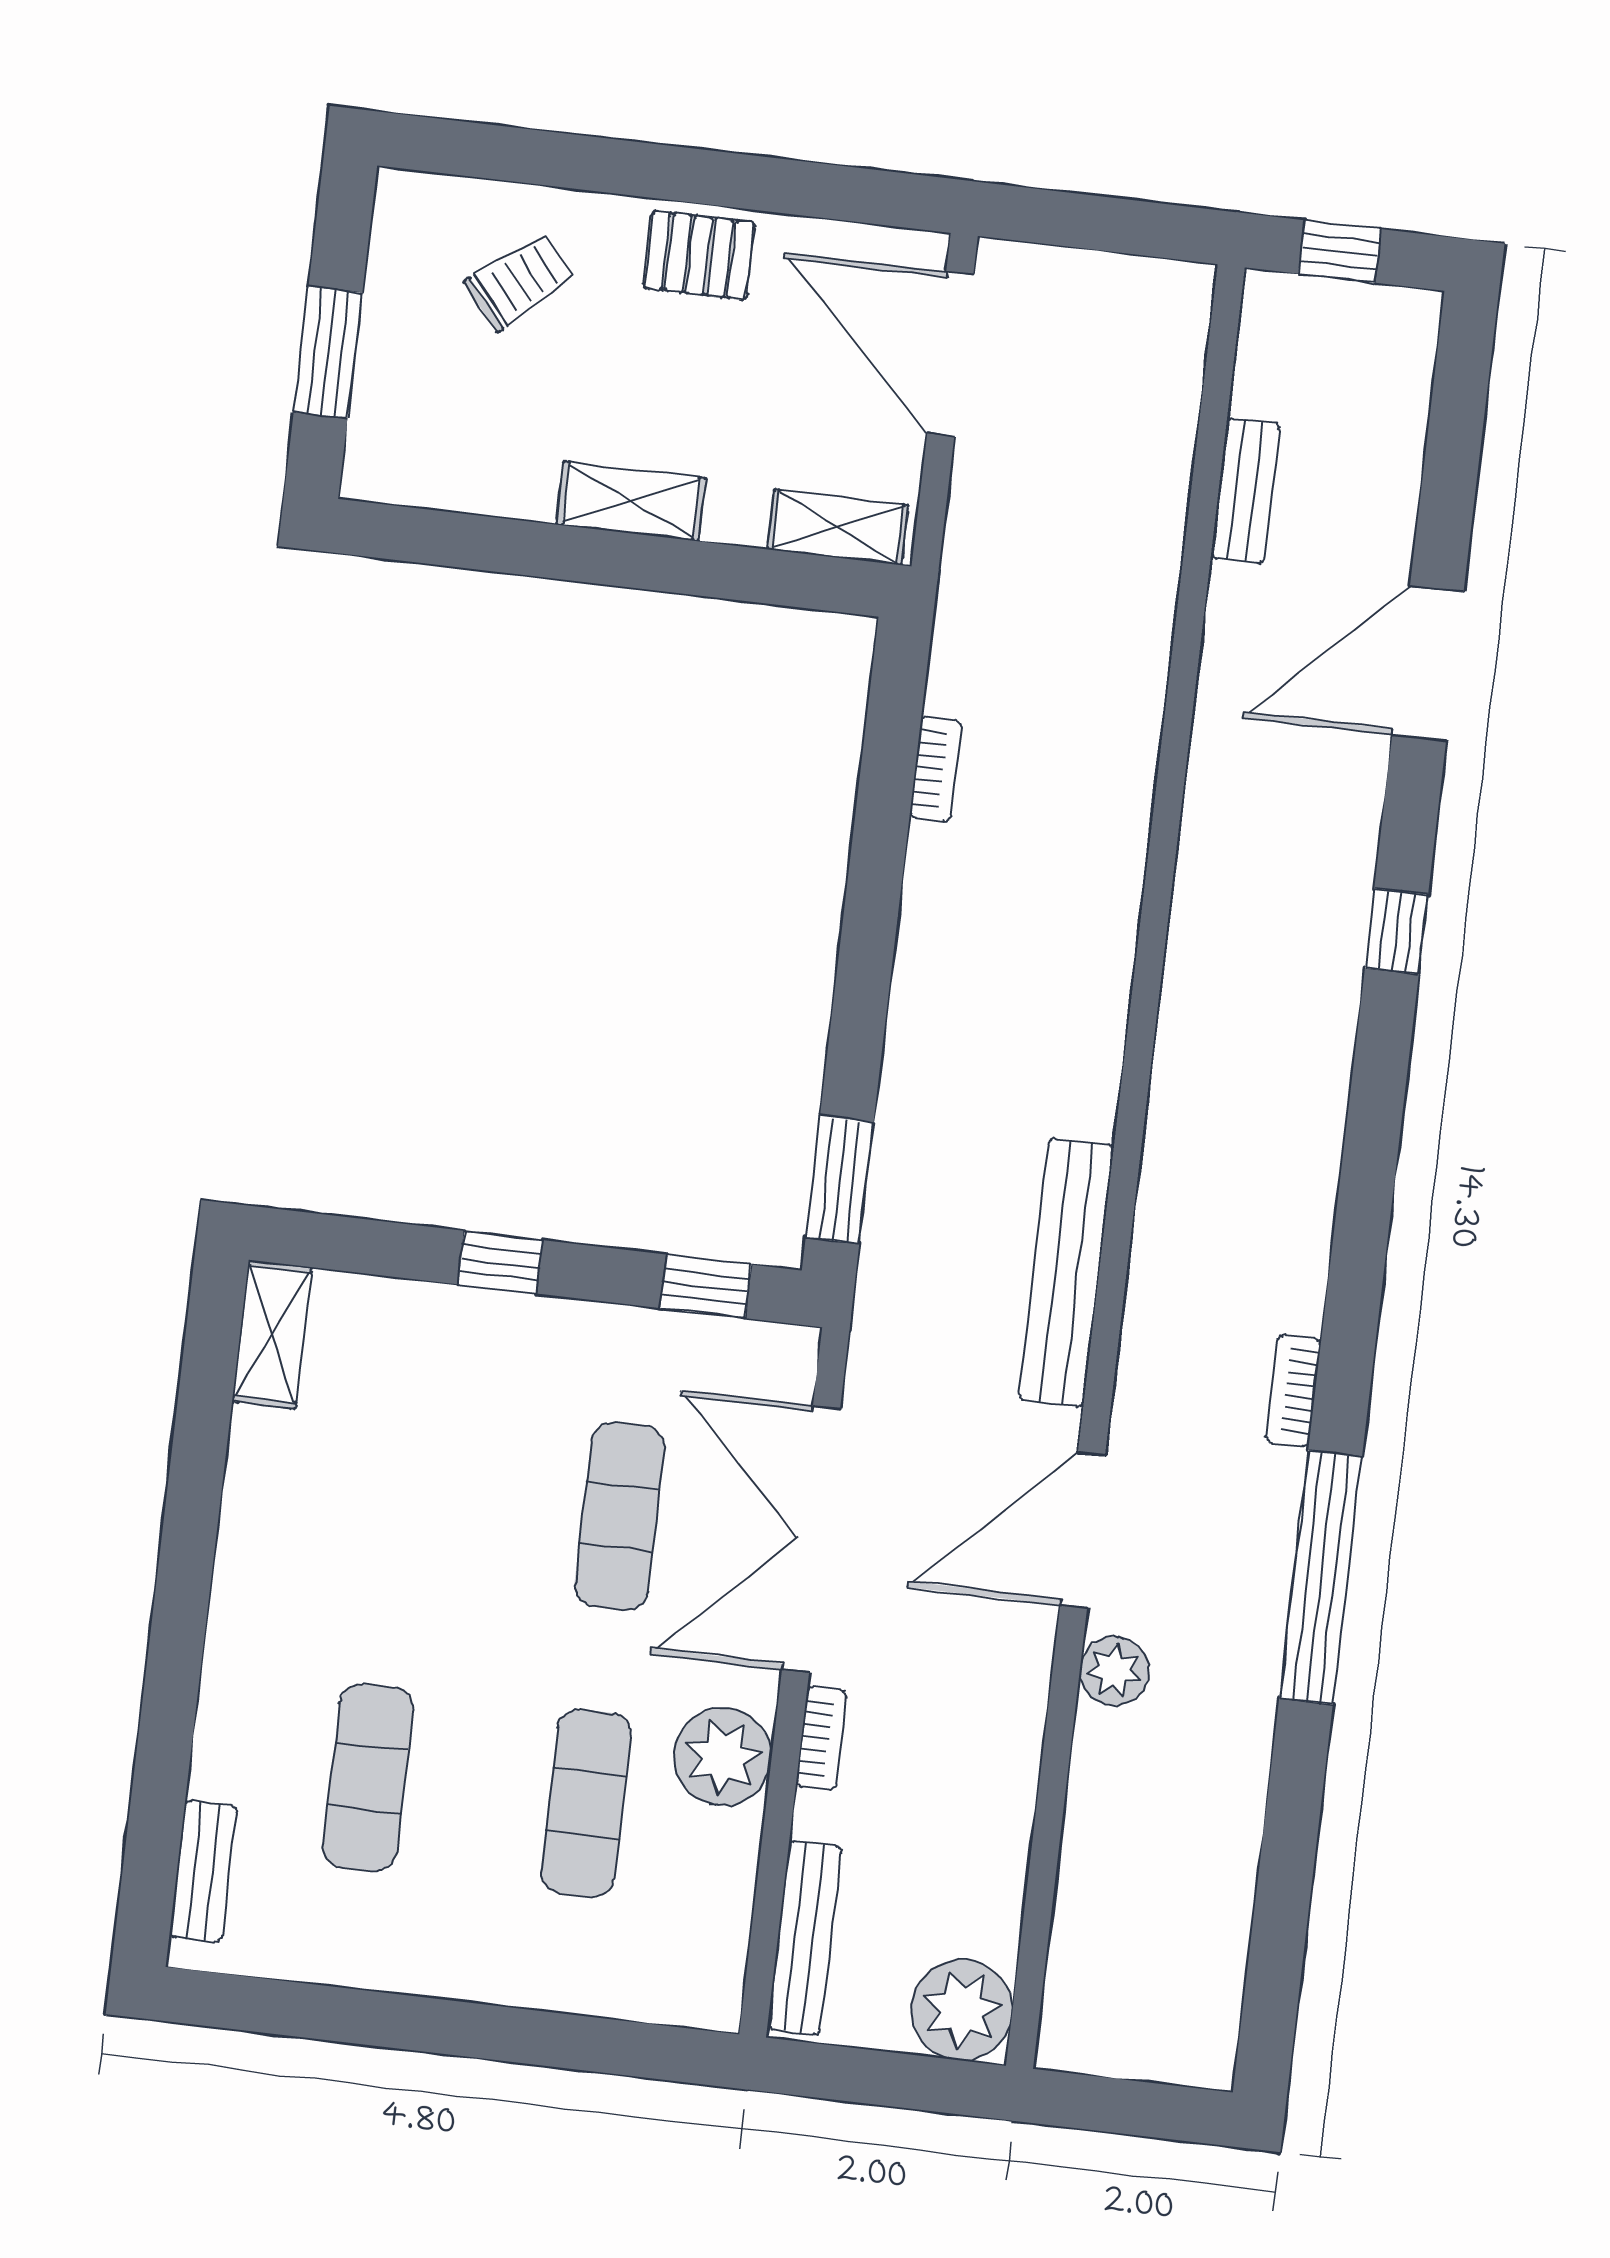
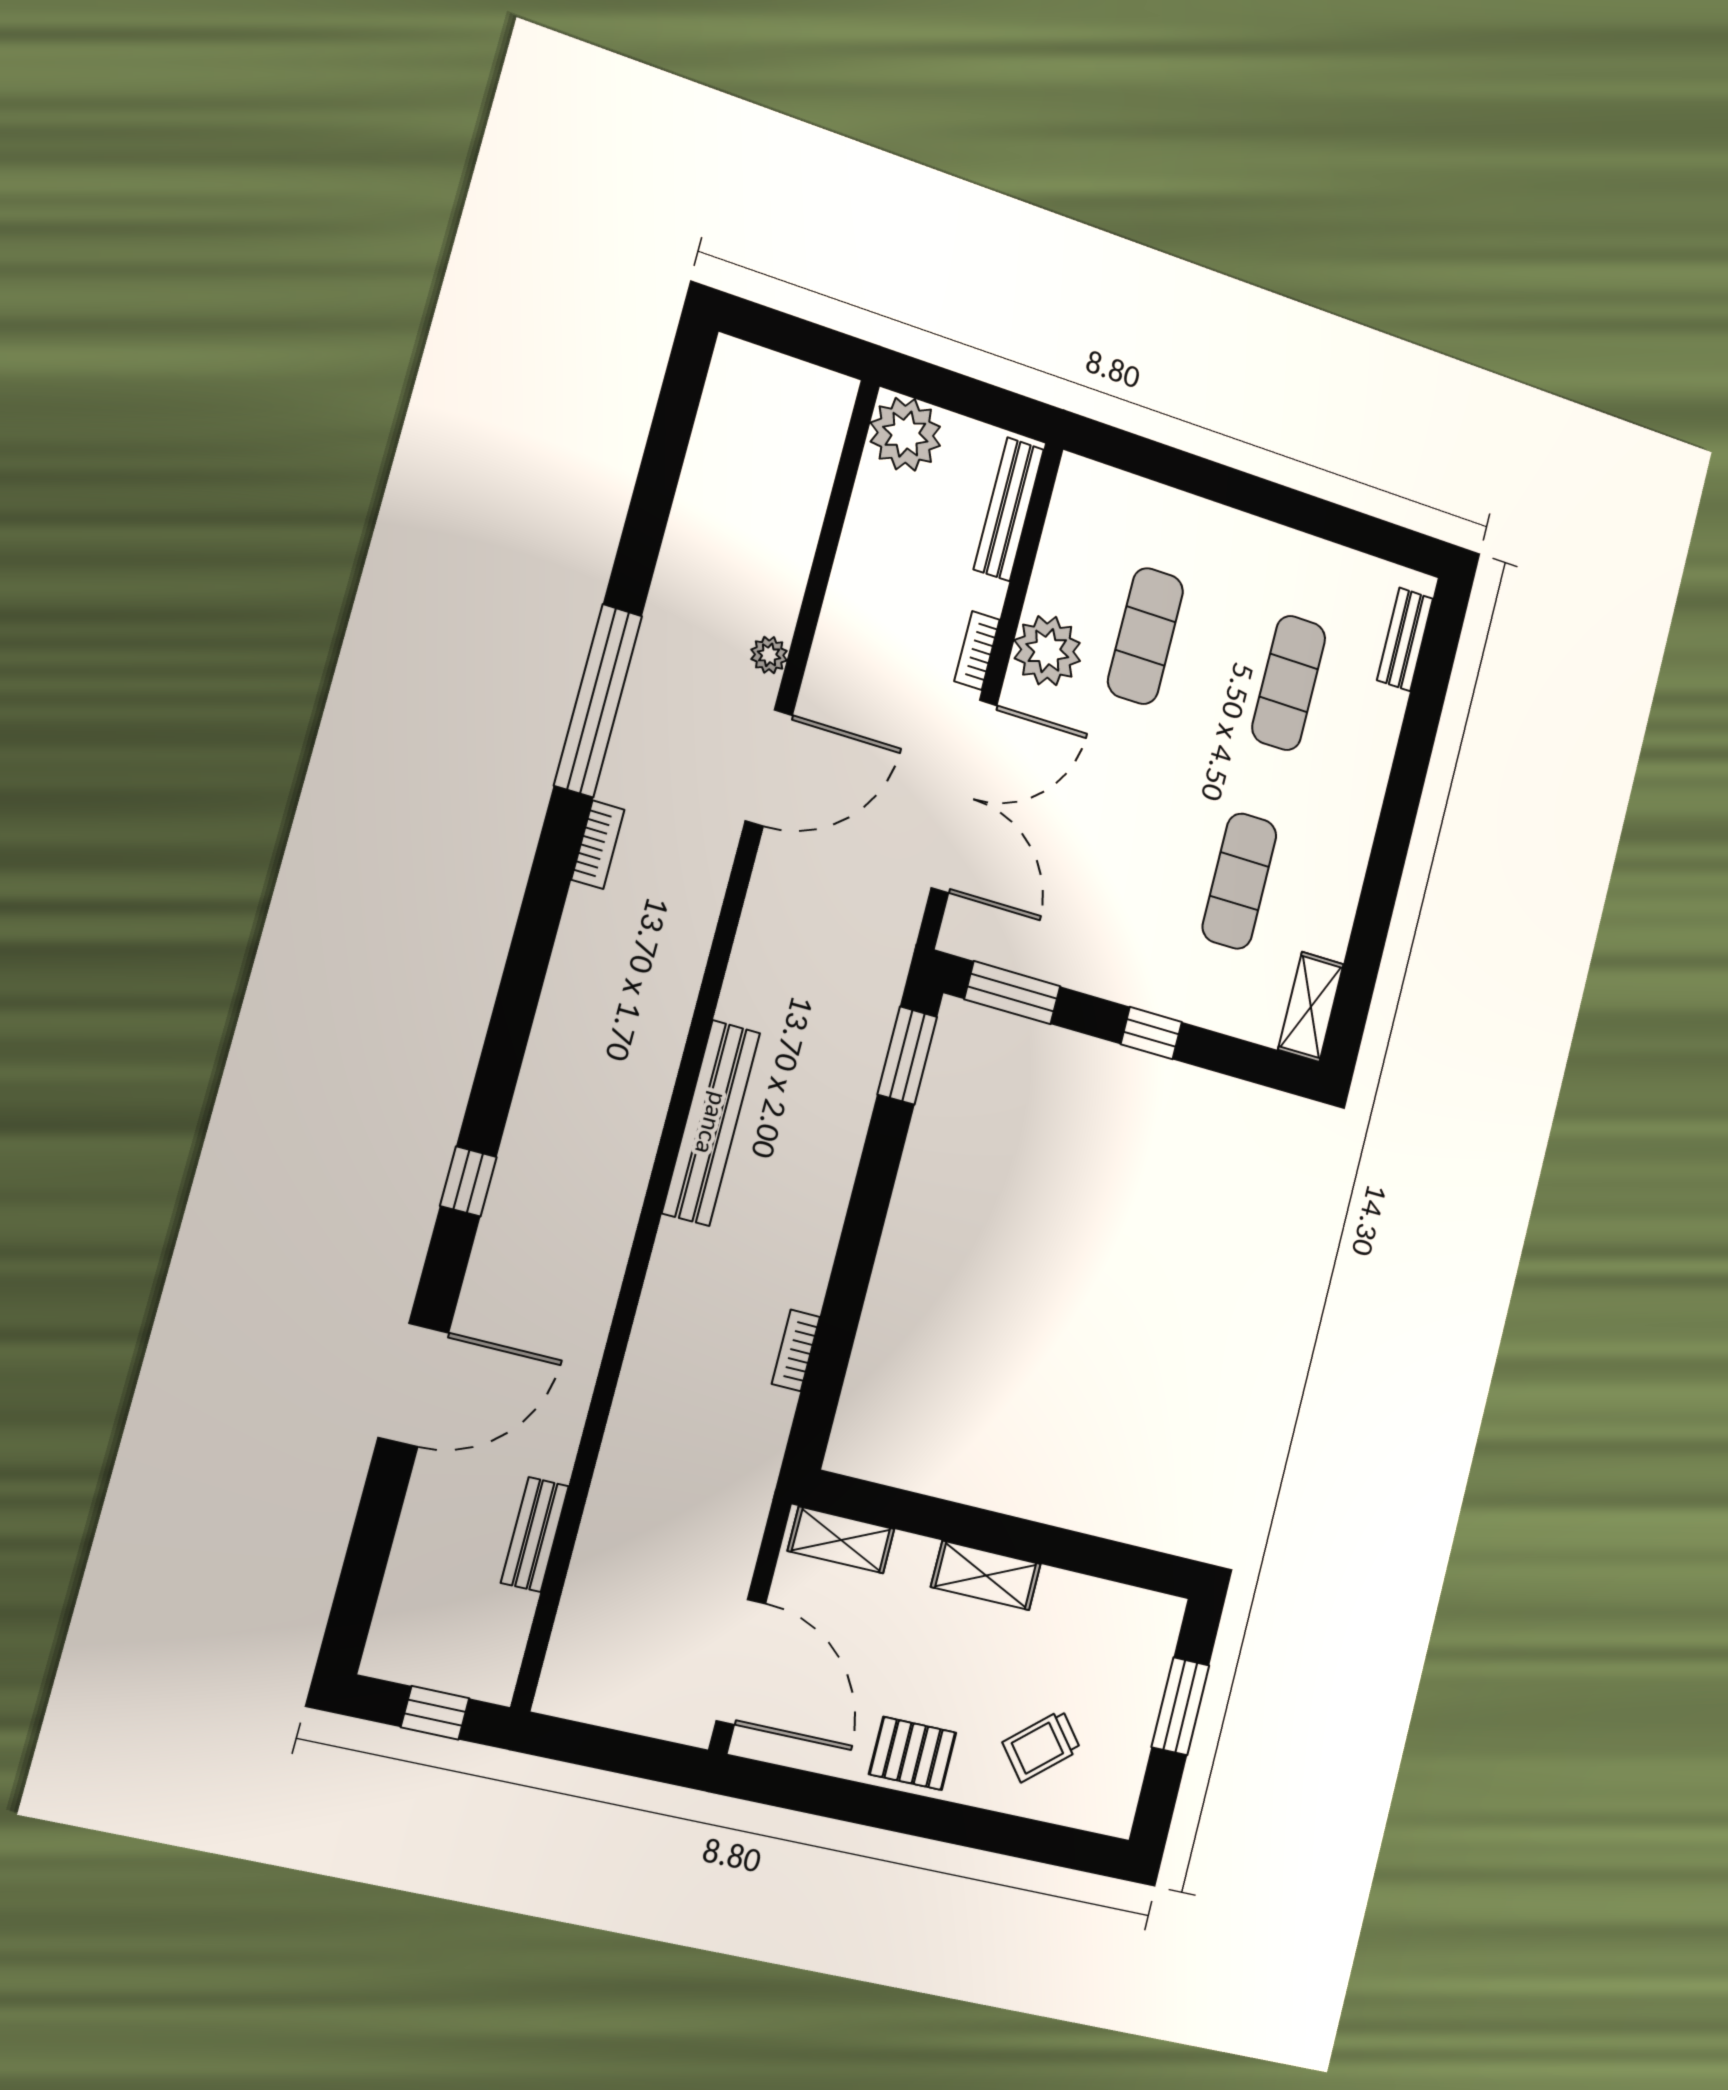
bench: (1066, 1273) -> (711, 1123), moved
window: (706, 1286) -> (1012, 993), width x1.50
exercise mat: (620, 1517) -> (1239, 881), moved
plant: (1114, 1671) -> (769, 655), width x0.73, depth x0.73

